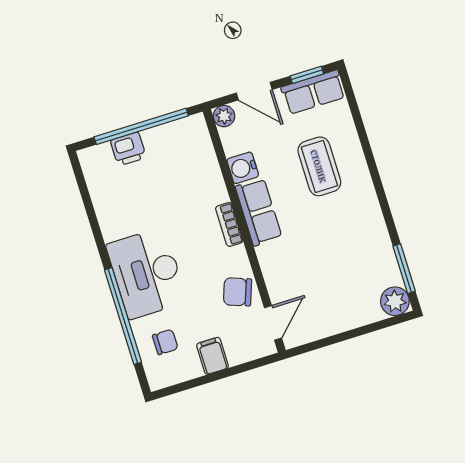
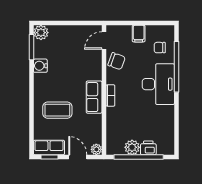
plant: (159, 140) -> (132, 147), added
coffee table: (319, 166) -> (57, 110), turned 90
water cooler: (243, 168) -> (40, 66), moved, turned 180

